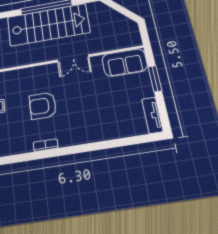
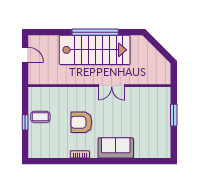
sofa: (125, 62) -> (116, 148), moved, turned 180
tv unit: (152, 115) -> (165, 144), removed

